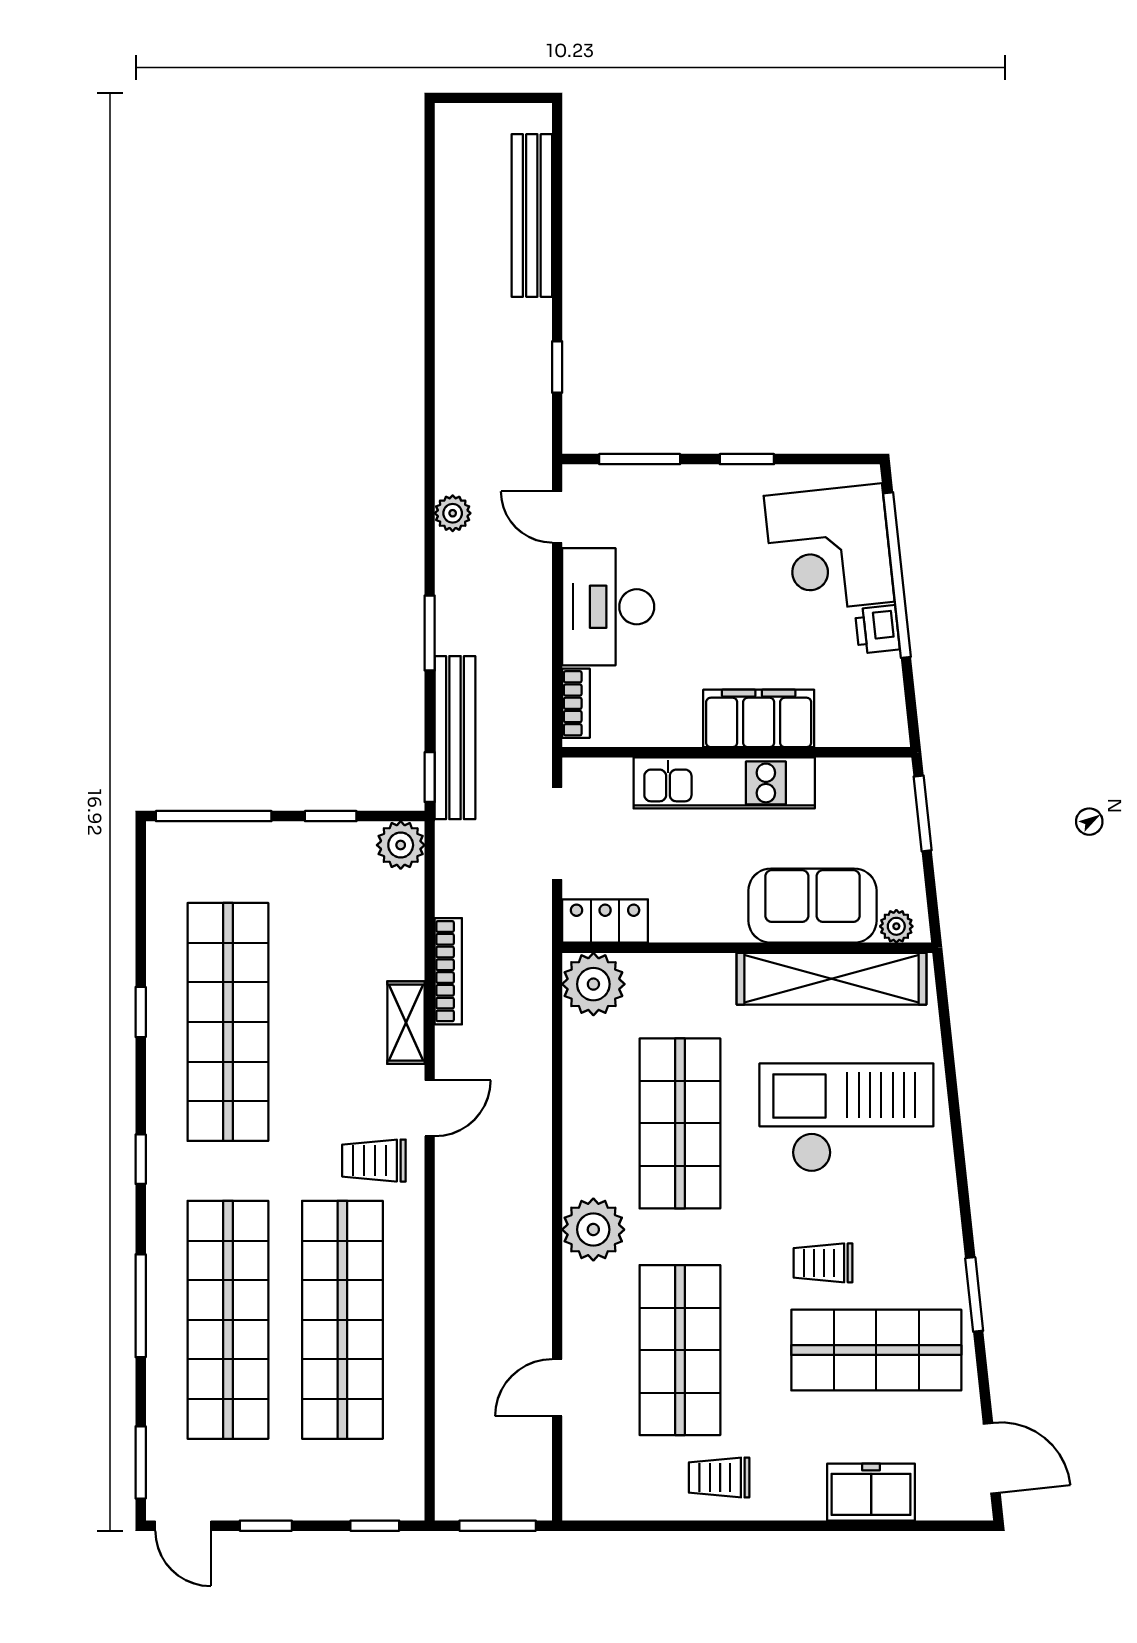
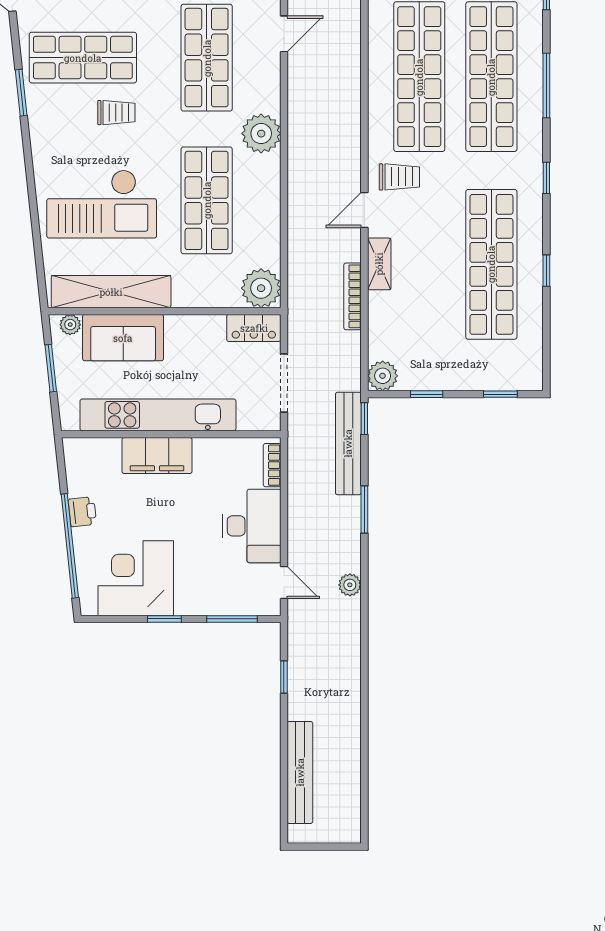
corner desk: (829, 549) -> (136, 578), moved, turned -84
kitchen unit: (724, 783) -> (158, 415), width x1.36
window: (923, 813) -> (51, 368), moved
window: (214, 816) -> (500, 394), width x0.46

